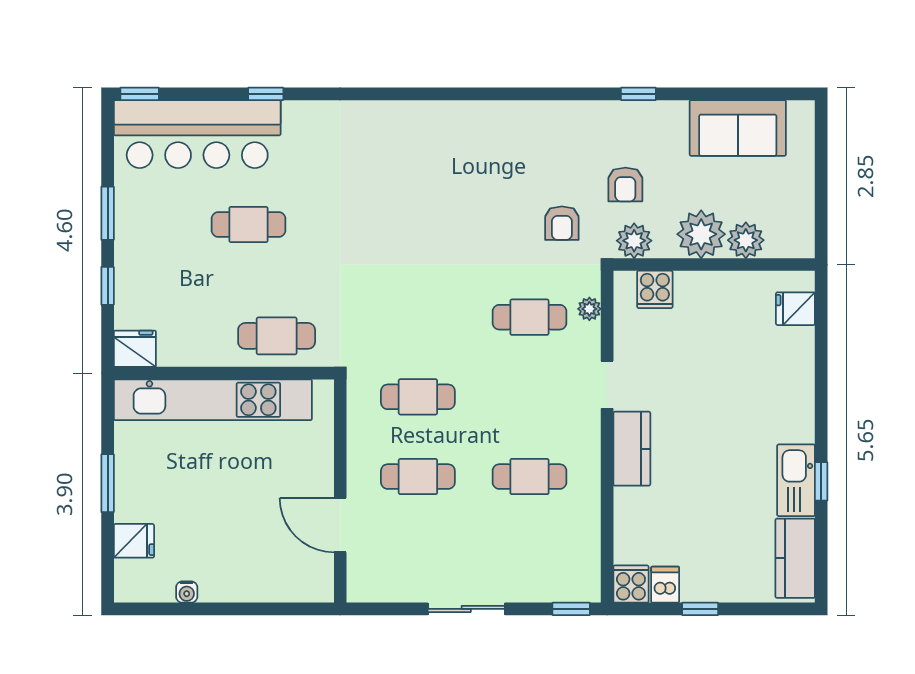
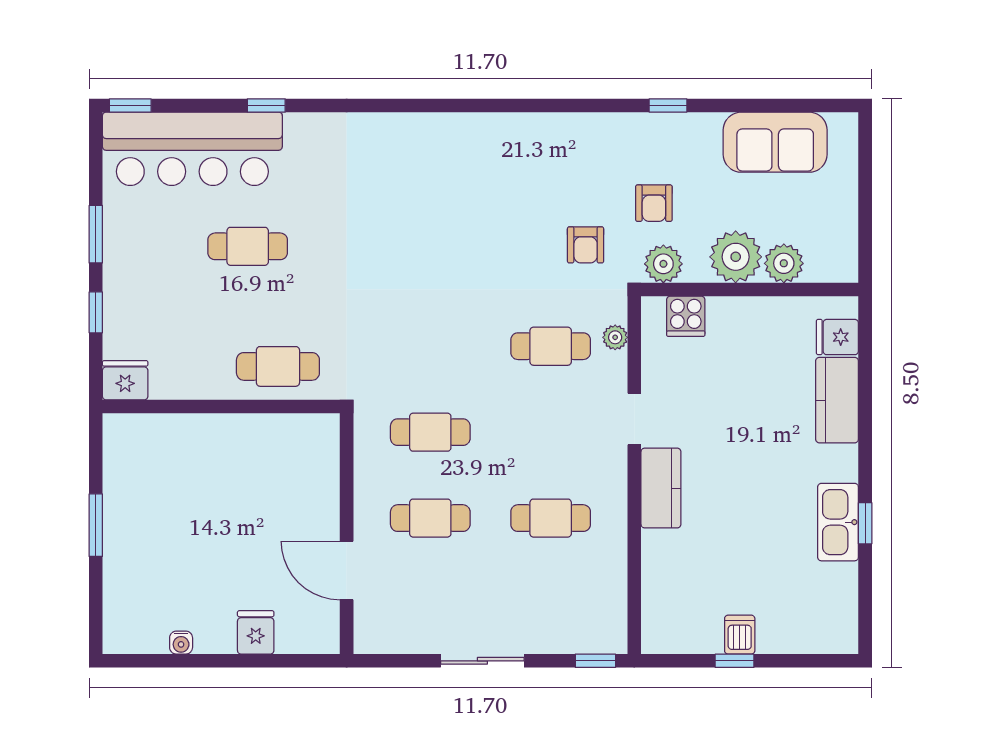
kitchen unit: (213, 400) -> (209, 435), removed
fridge: (134, 541) -> (256, 632), moved, turned -90
kitchen counter: (795, 558) -> (837, 400), moved
cooker: (631, 584) -> (660, 634), removed
dishwasher: (665, 585) -> (740, 635), moved

